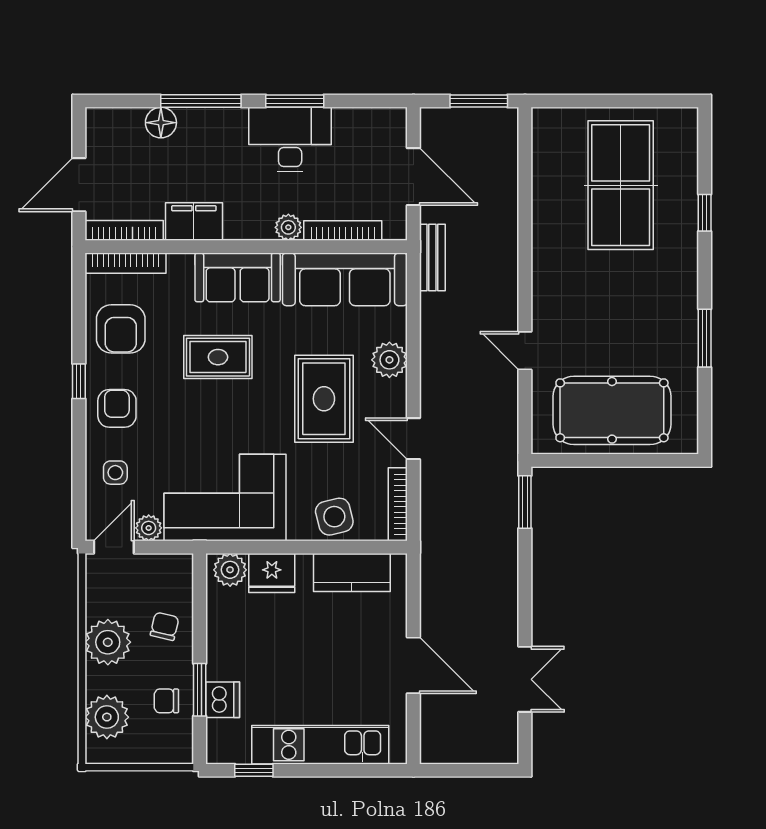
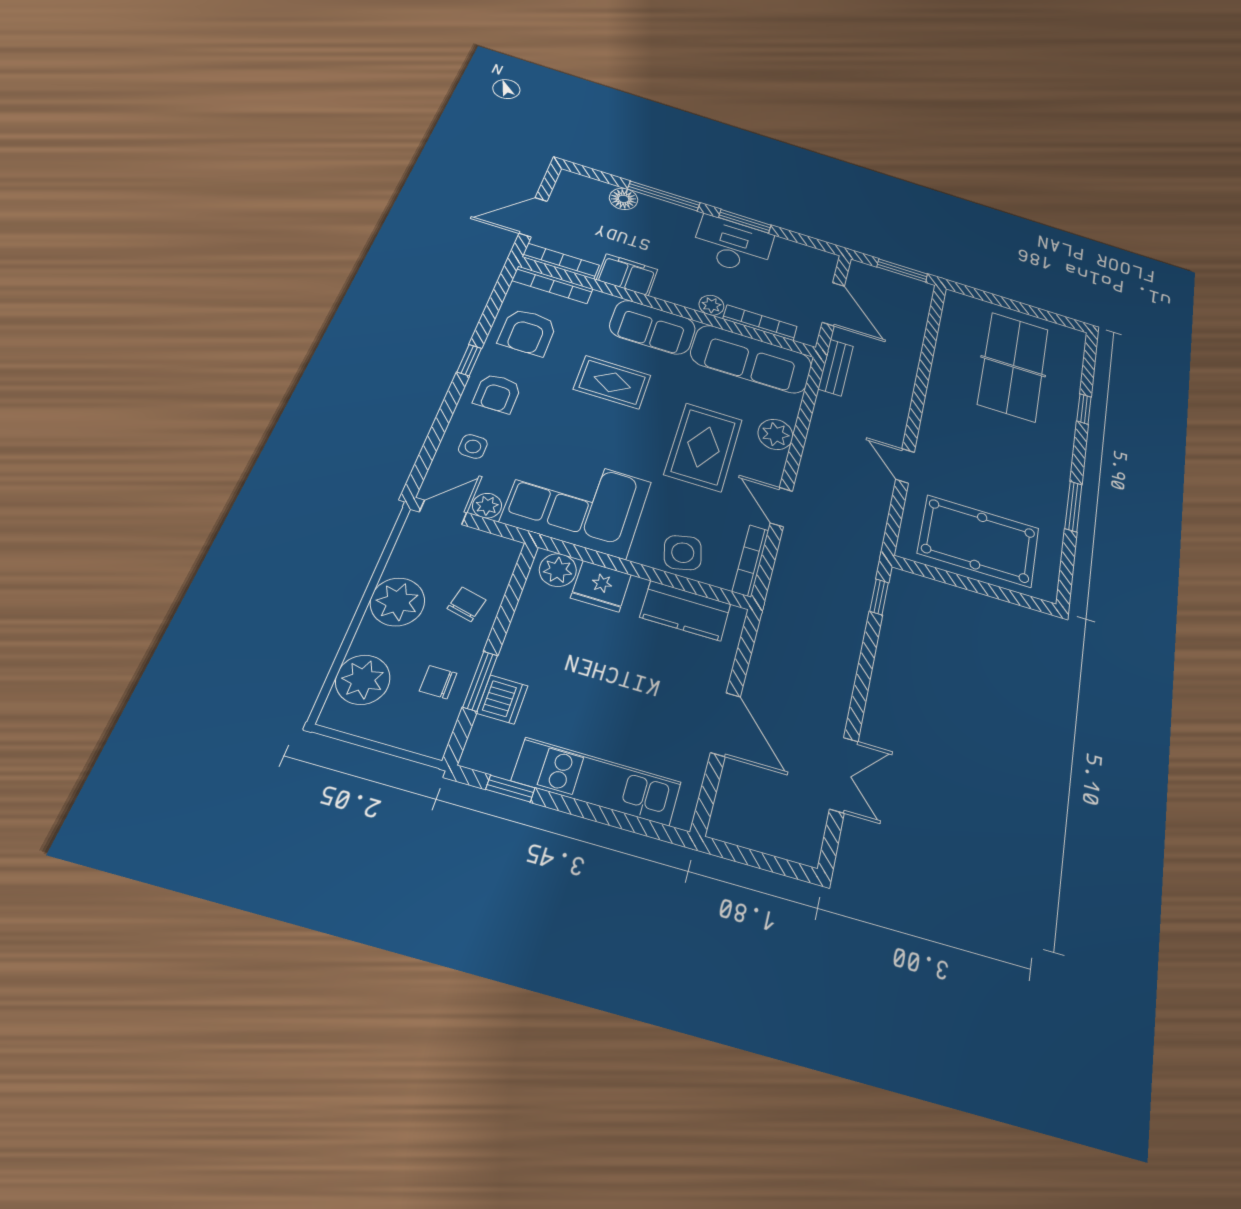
armchair: (117, 408) -> (497, 393), turned 180
window: (525, 502) -> (879, 597), width x0.67

